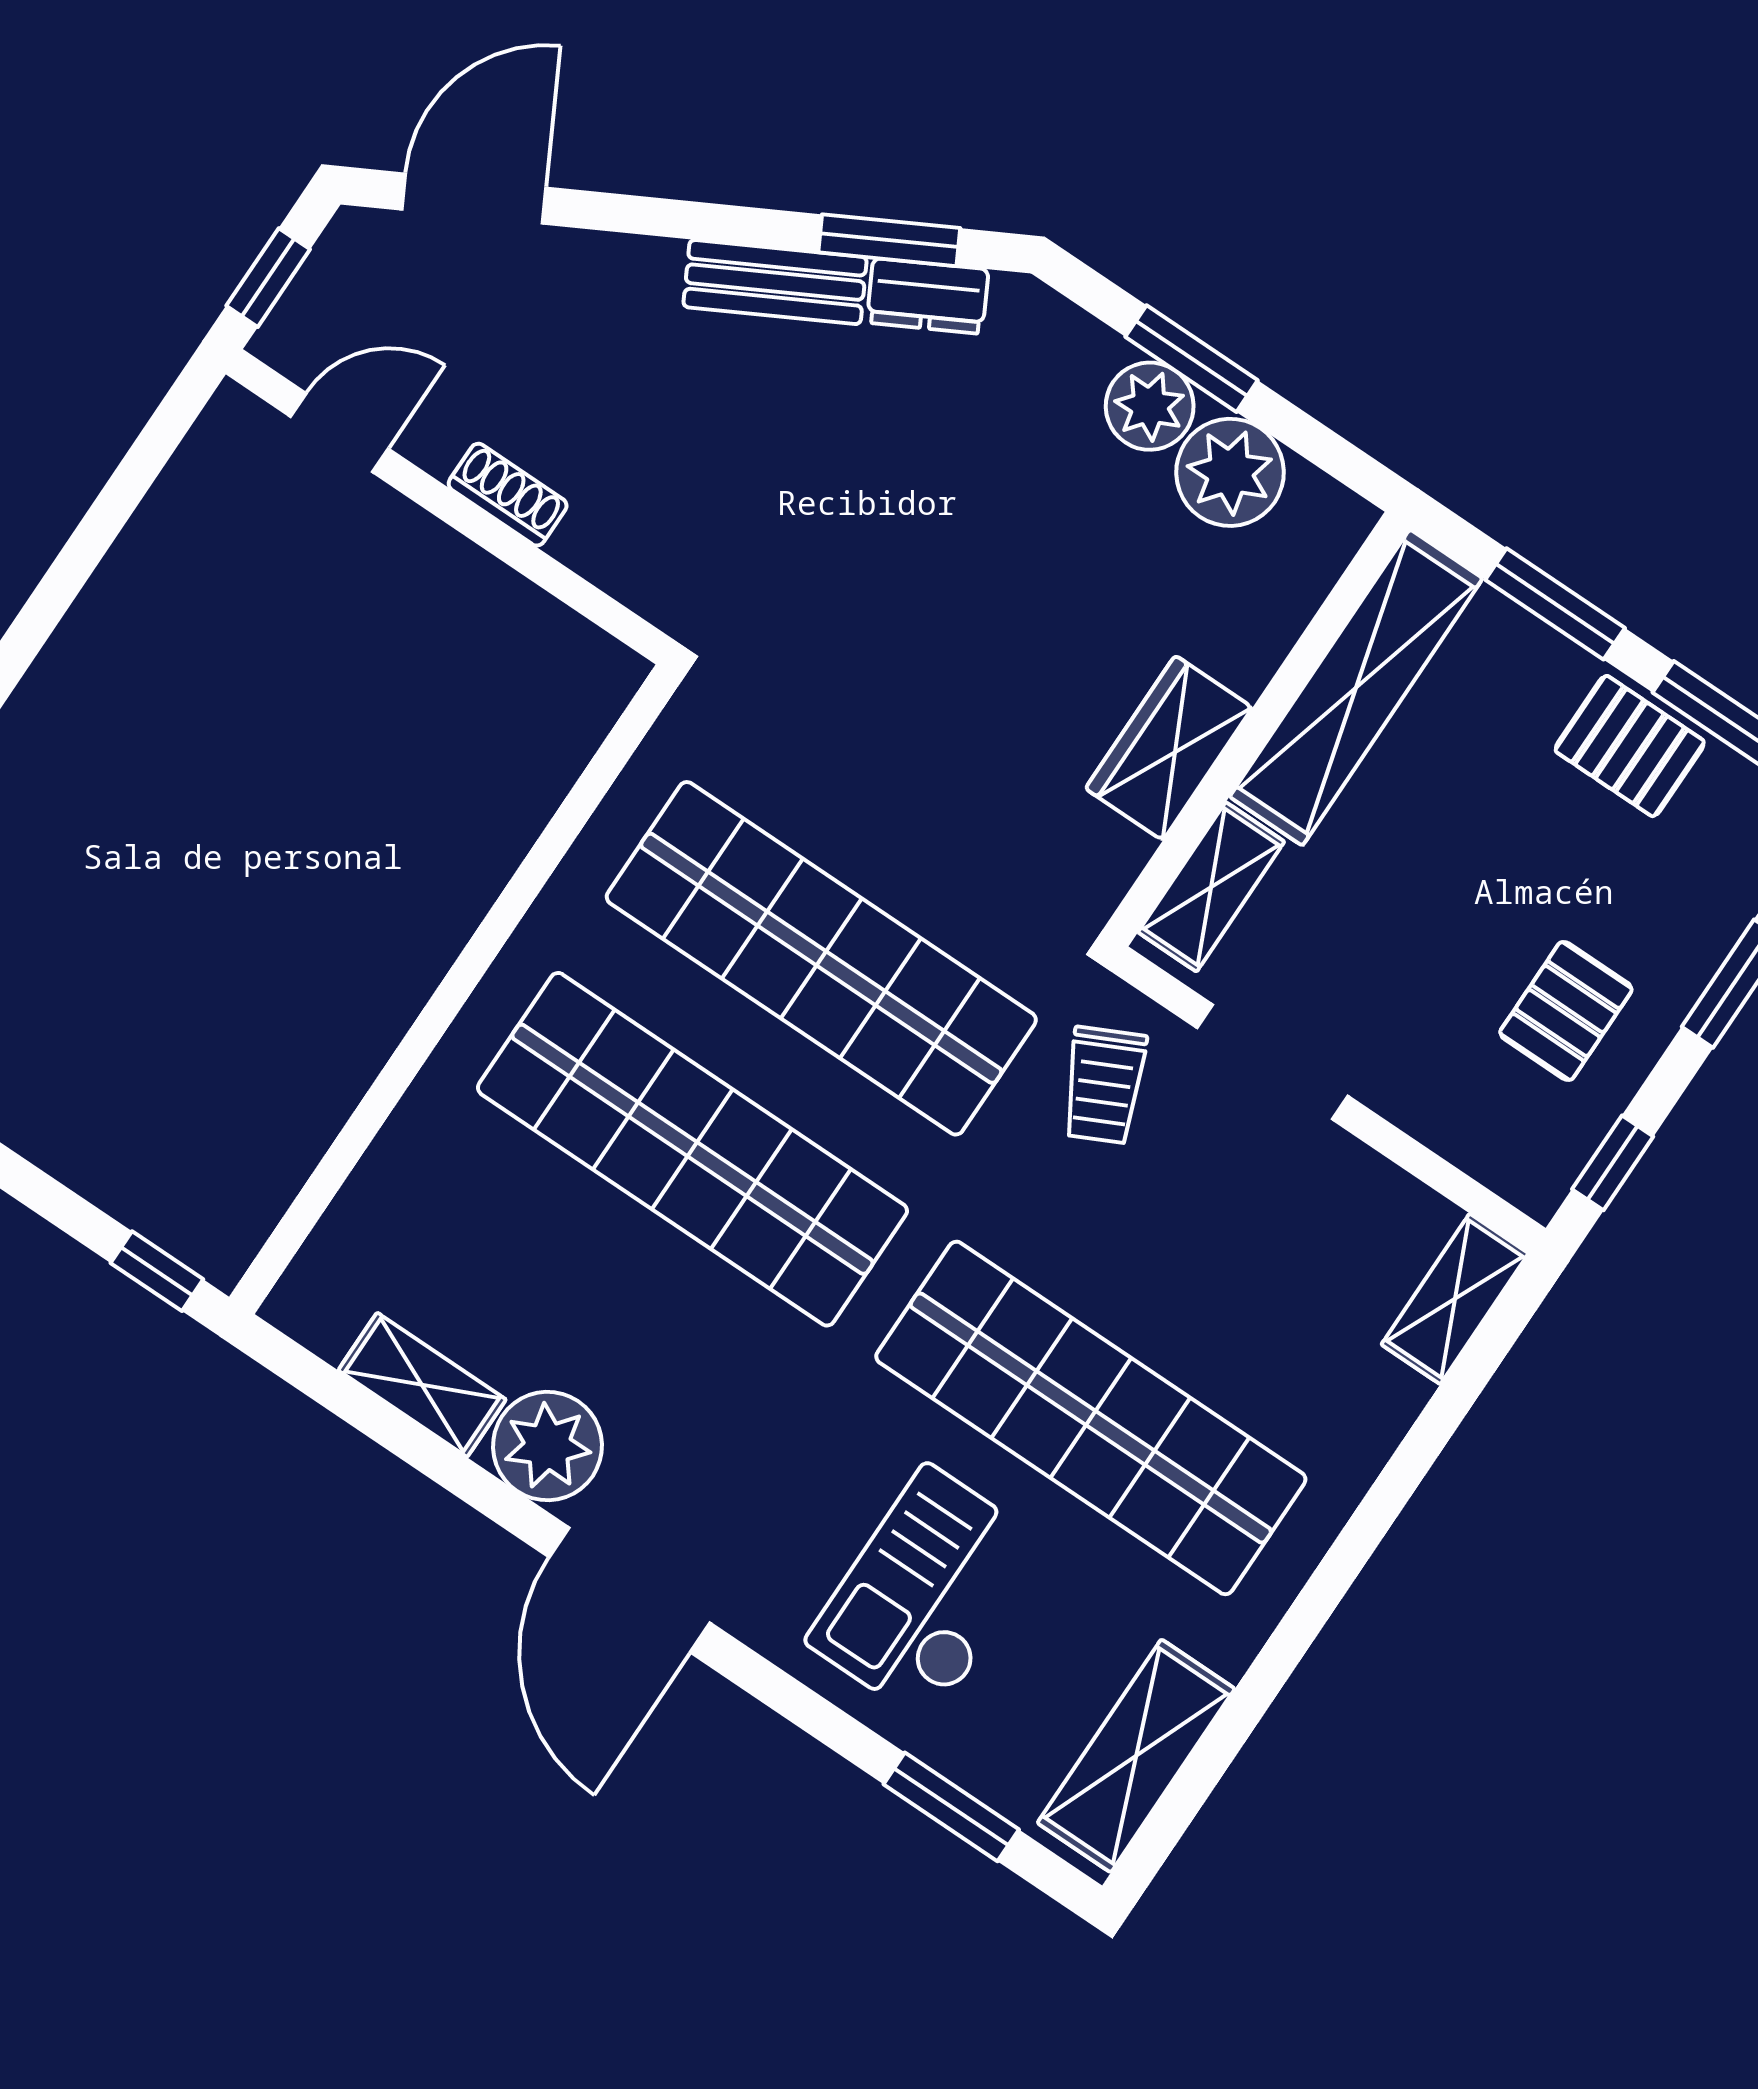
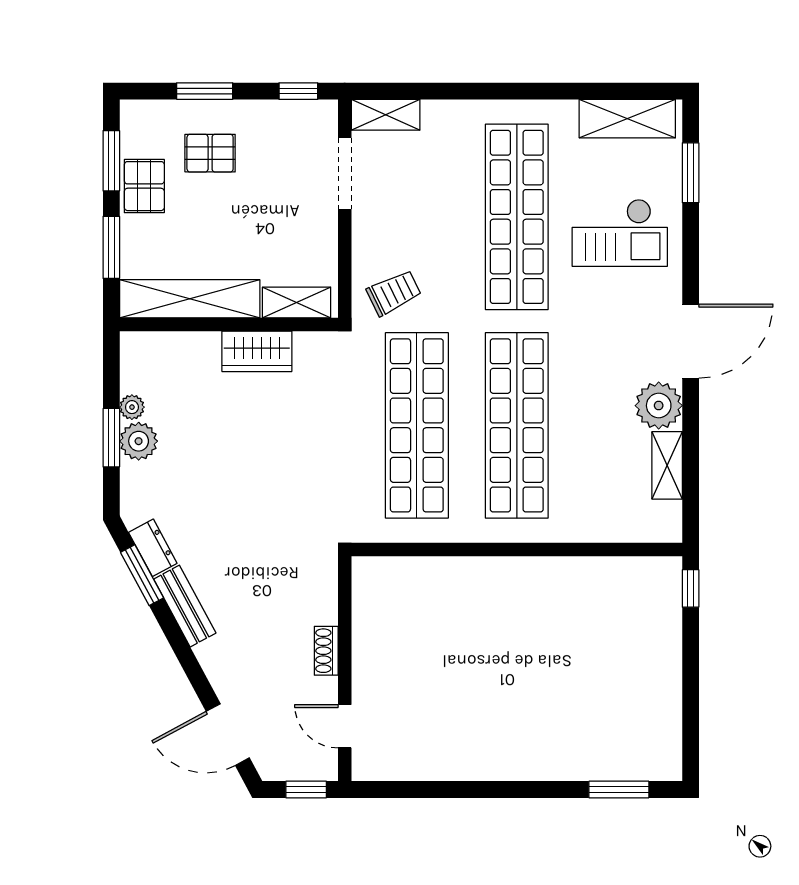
plant: (1230, 472) -> (132, 407), width x0.53, depth x0.53
pallet: (1566, 1011) -> (210, 153), moved
doorway: (1272, 1062) -> (345, 173), moved

